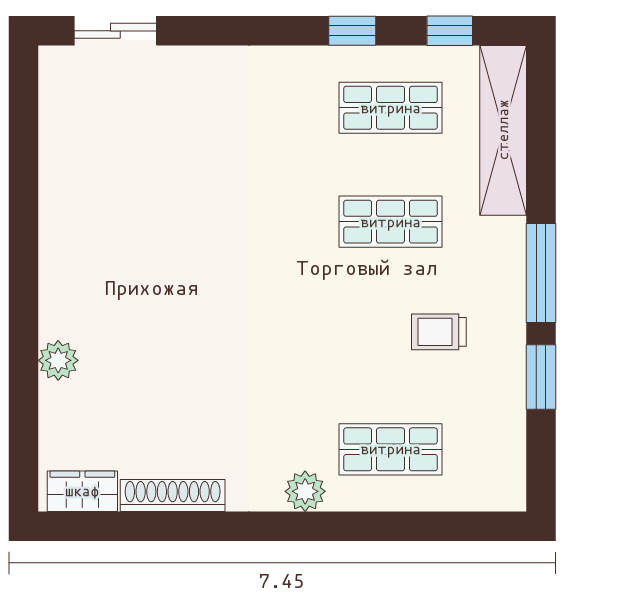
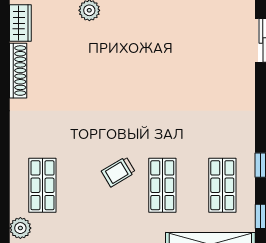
trolley: (439, 332) -> (118, 172), moved, turned -121
plant: (305, 491) -> (20, 228), moved

